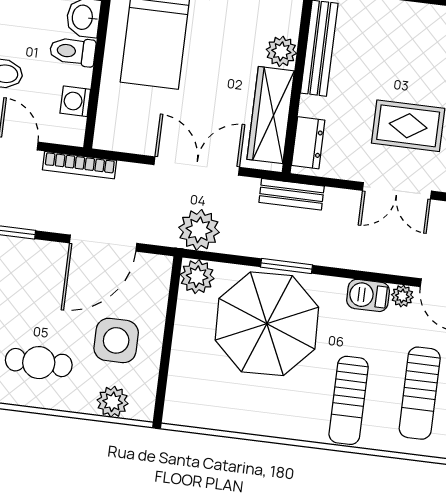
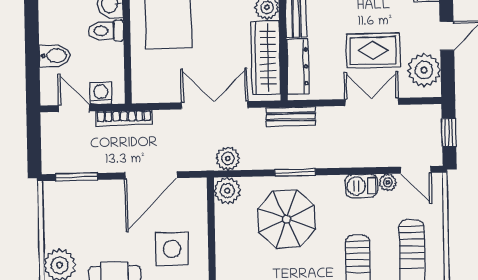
washing machine: (75, 101) -> (101, 93), moved, turned 90
dresser: (308, 143) -> (298, 66), width x1.44
double door: (397, 191) -> (372, 102), swing flipped
plant: (199, 230) -> (228, 159), width x0.73, depth x0.73
parasol: (267, 324) -> (286, 219), width x0.73, depth x0.73

